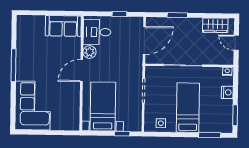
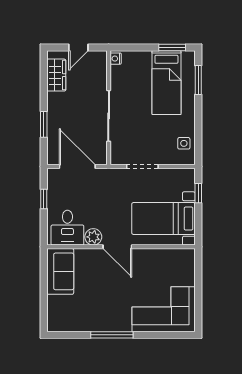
nightstand: (227, 92) -> (143, 58), removed
bed: (188, 108) -> (166, 83), moved, turned -90

